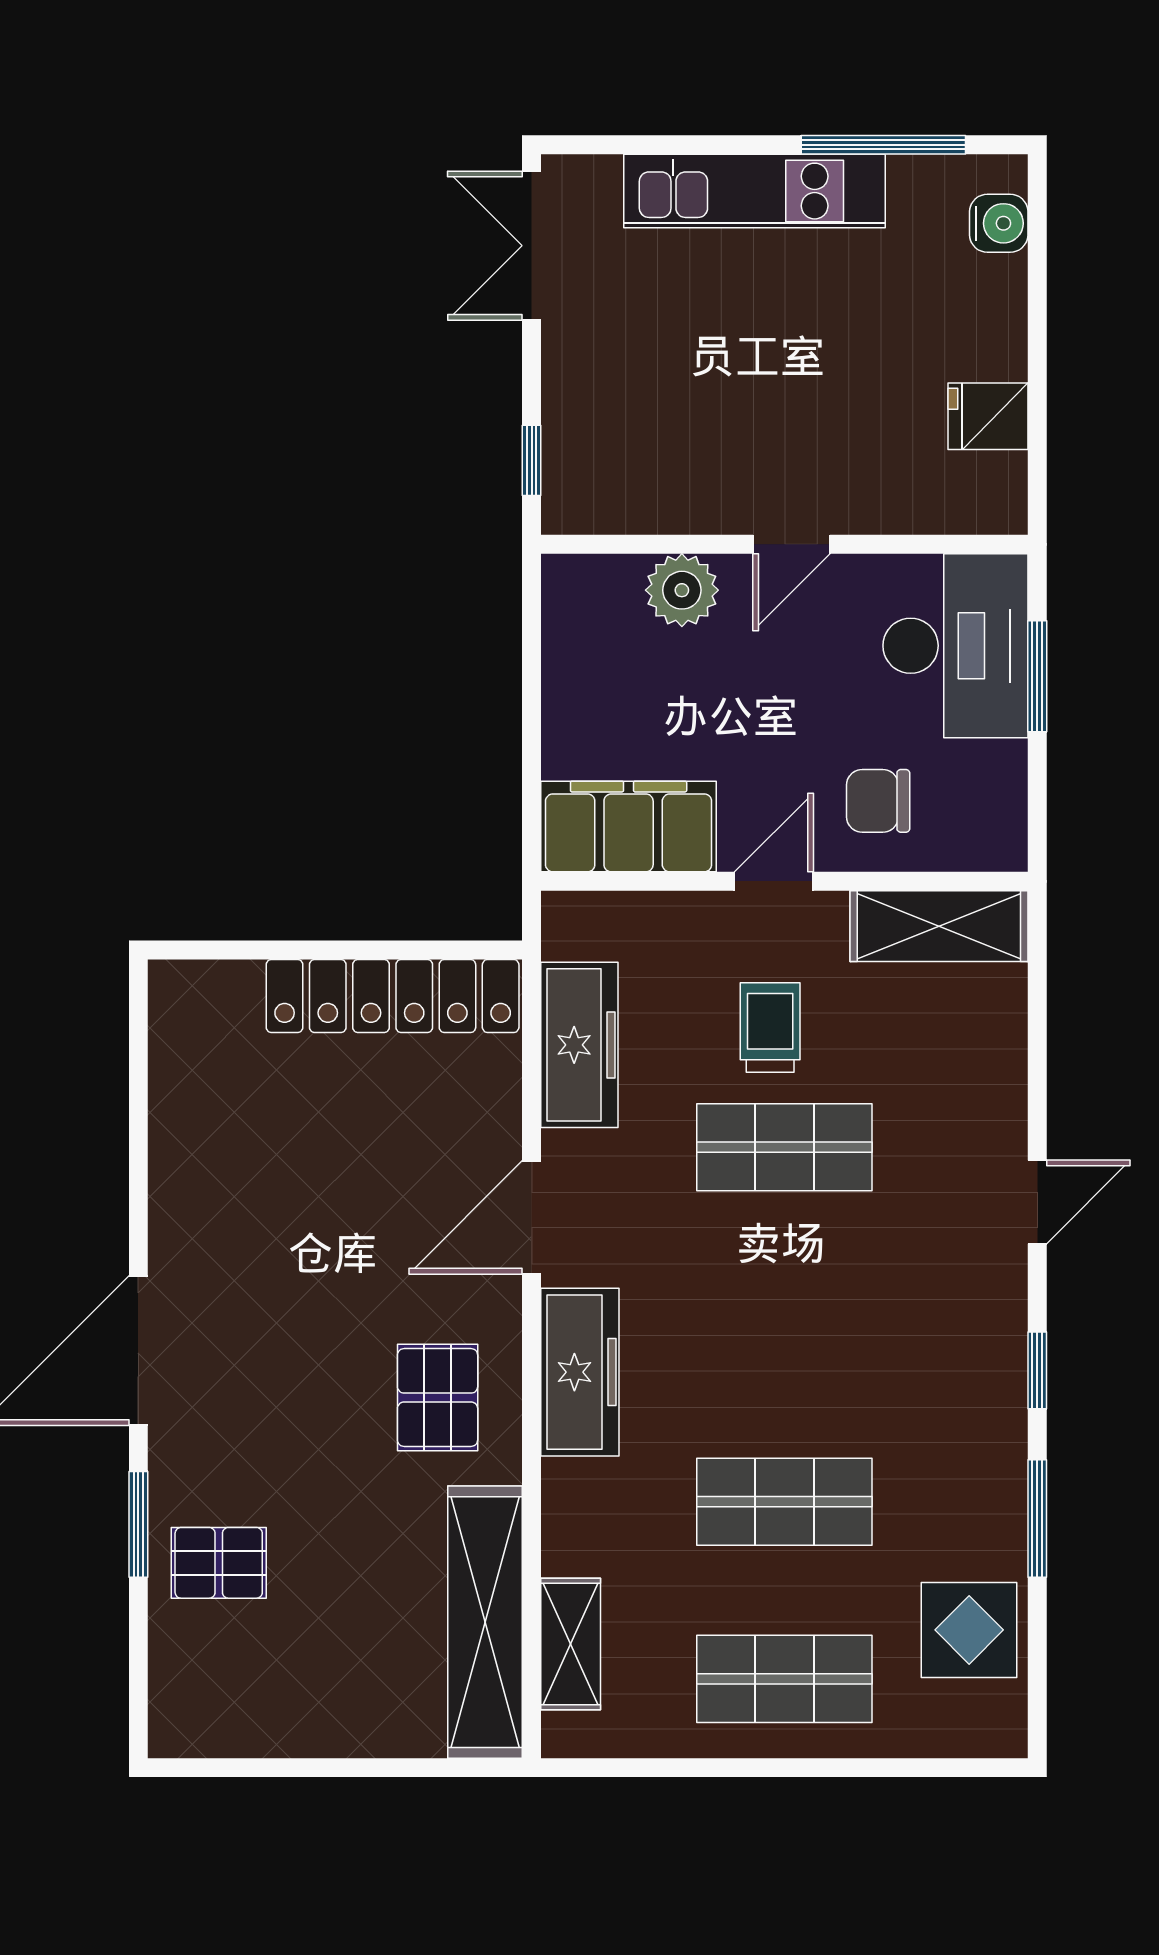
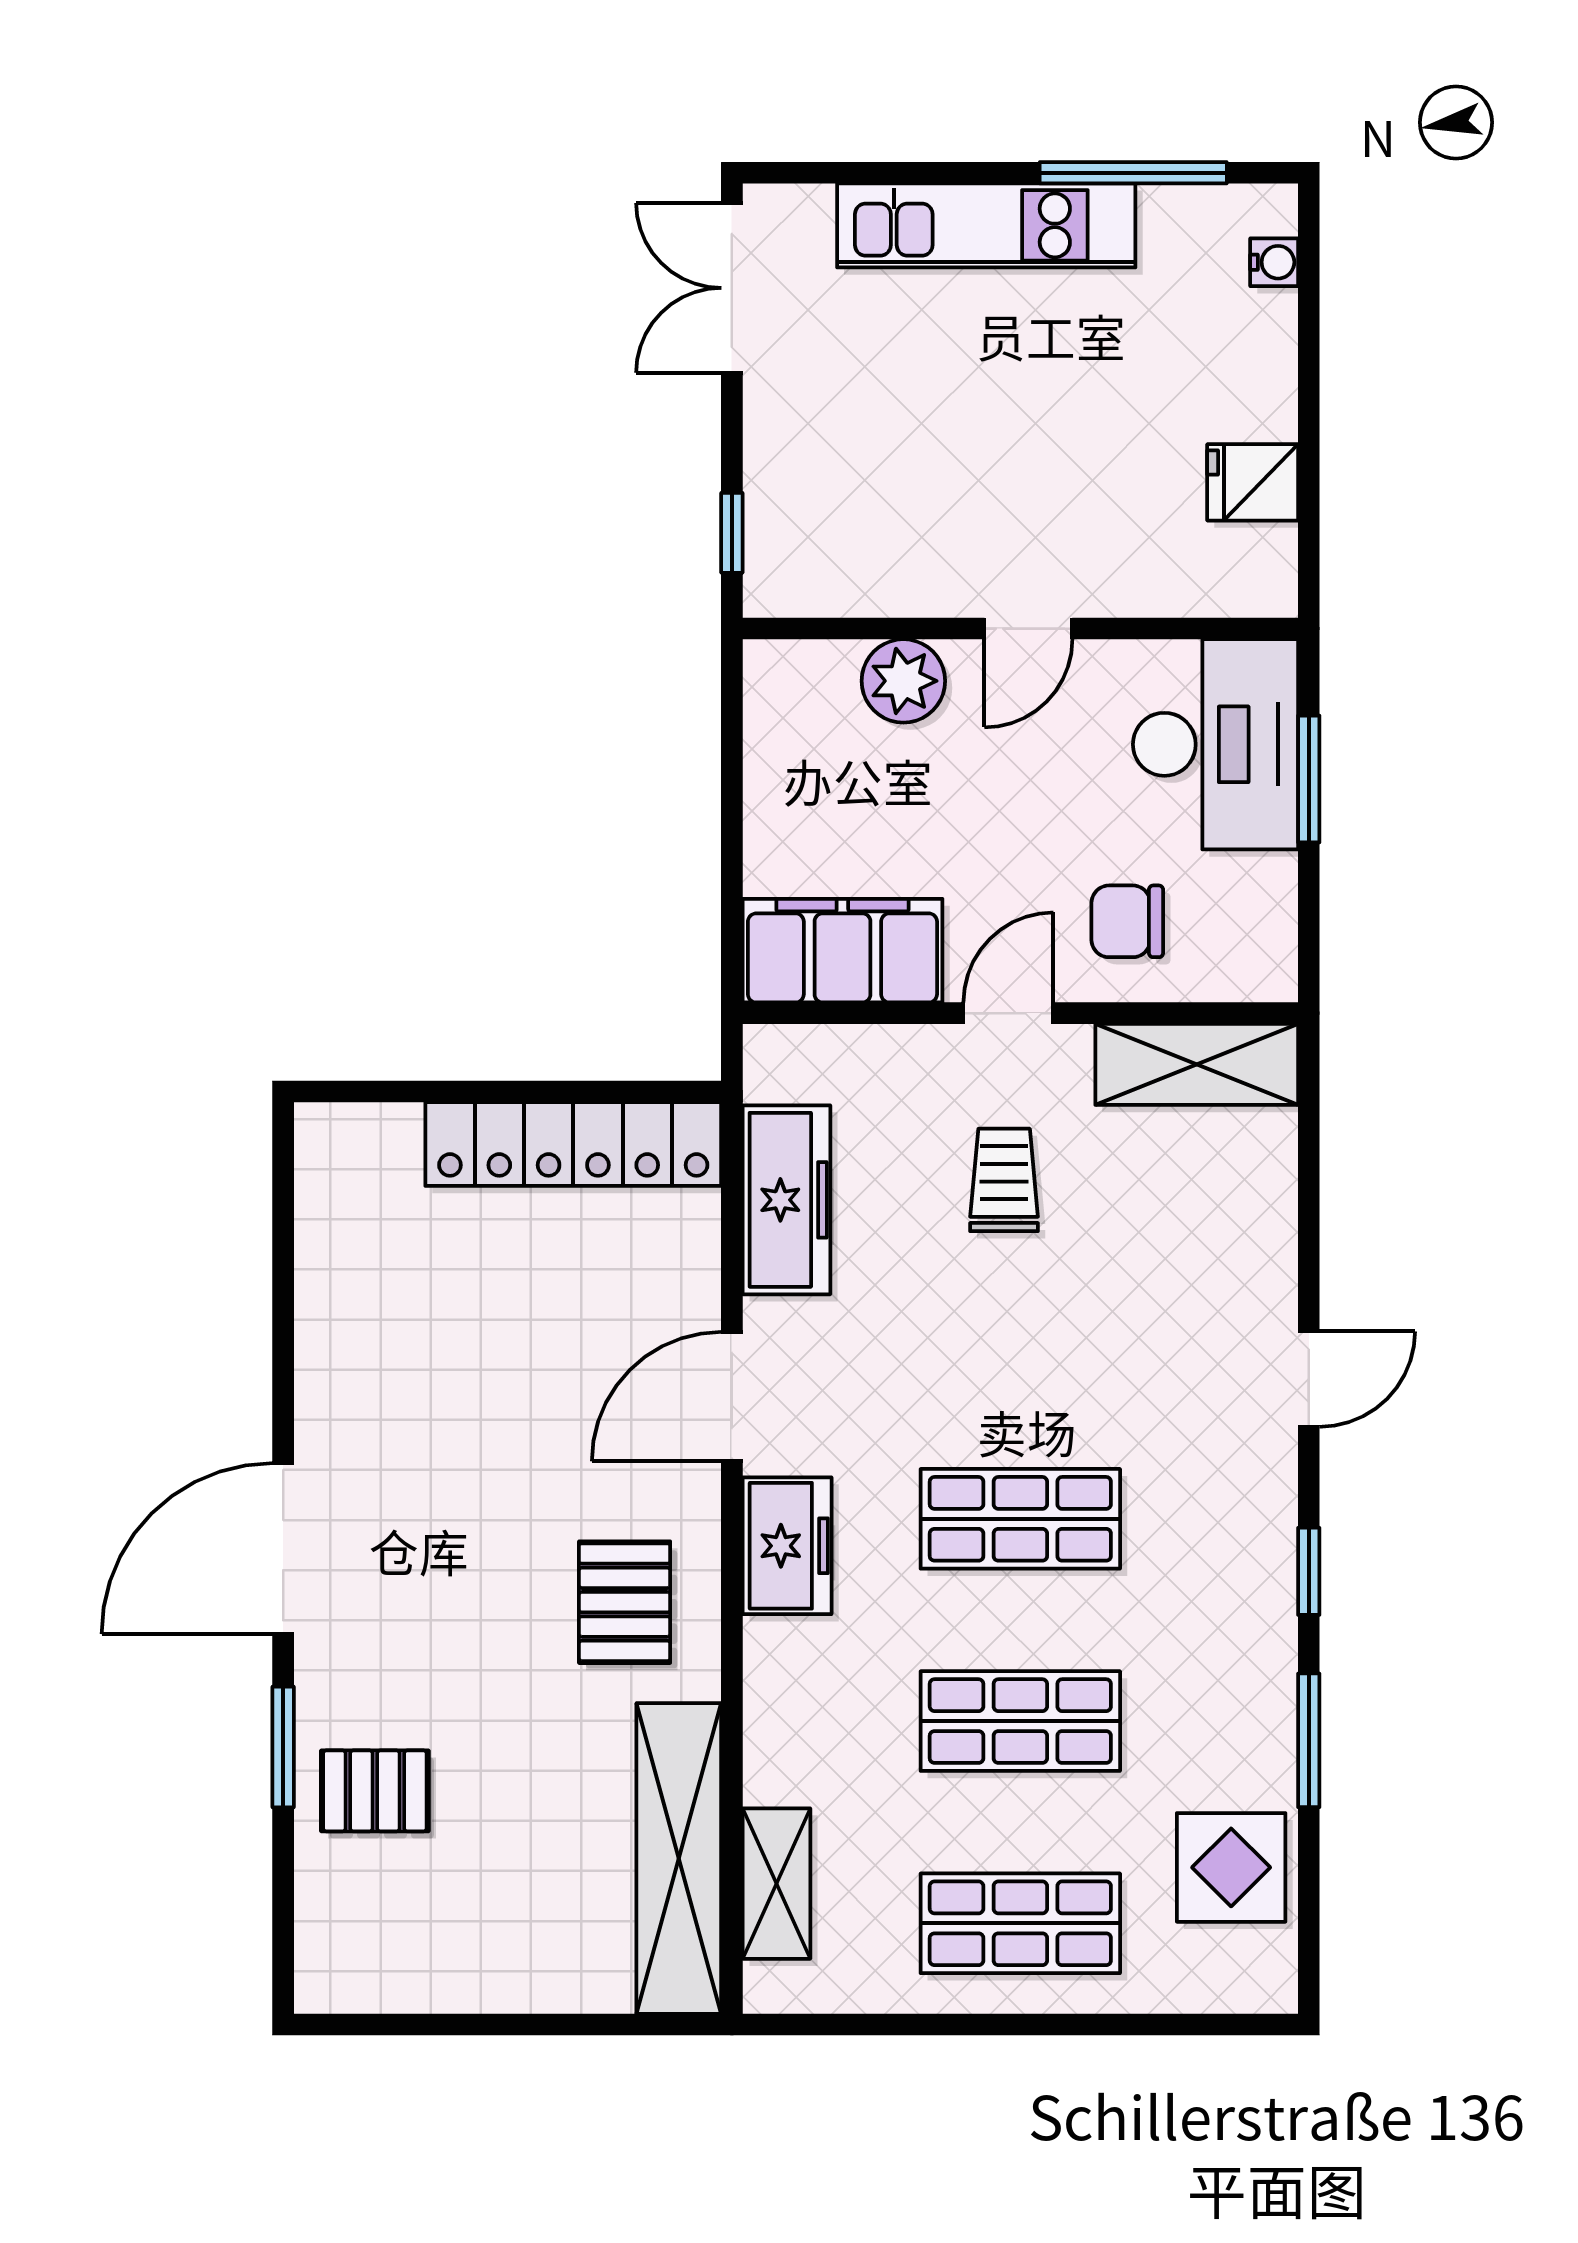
water cooler: (999, 223) -> (1274, 262), width x0.72, depth x0.72
shop shelf: (784, 1147) -> (1020, 1519), moved
freezer: (580, 1372) -> (787, 1546), width x0.71

